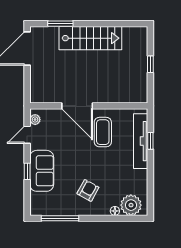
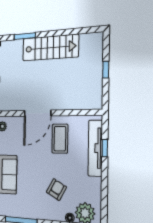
door: (77, 106) -> (38, 113), hinge flipped
armchair: (88, 190) -> (56, 190), moved

